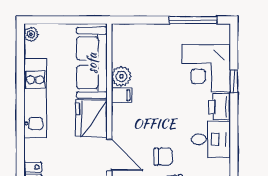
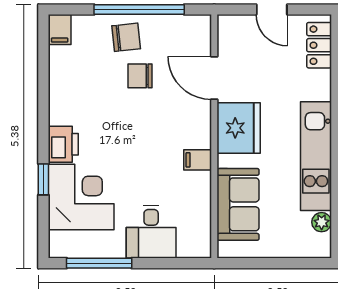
plant: (31, 34) -> (322, 222), moved
sofa: (92, 63) -> (238, 204), width x0.73
plant: (121, 76) -> (198, 186), removed
desk: (211, 139) -> (151, 232), moved, turned -90

